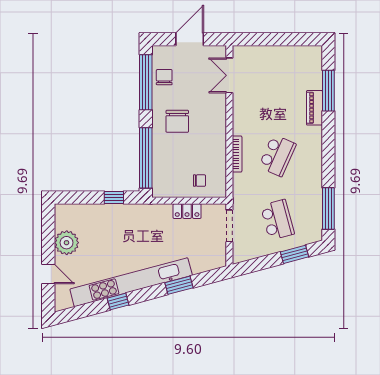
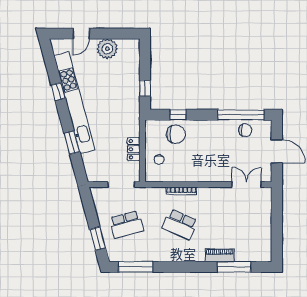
chair: (177, 121) -> (176, 134), moved, turned 180
window: (146, 158) -> (178, 115), width x0.32

